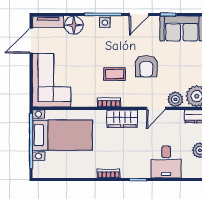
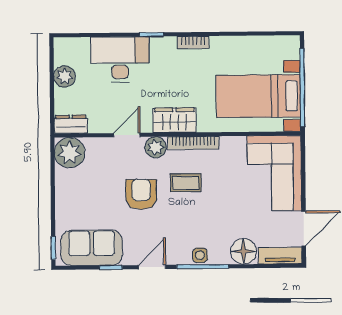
plant: (175, 99) -> (156, 147), moved
bookcase: (109, 102) -> (193, 143), width x1.56
desk: (166, 162) -> (120, 60), width x1.37

